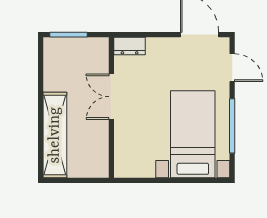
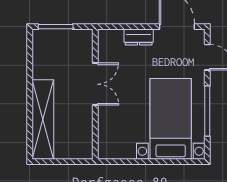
dresser: (130, 46) -> (139, 37), moved
double door: (111, 97) -> (95, 84), swing flipped

